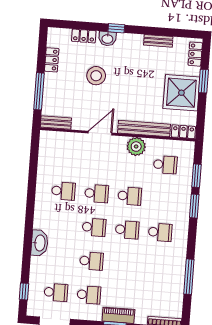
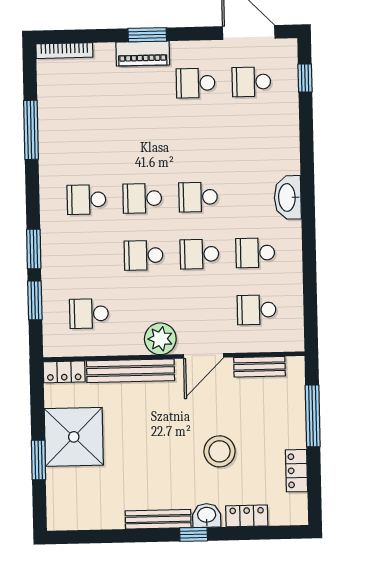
bench: (158, 41) -> (158, 519), moved, width x1.36
locker: (195, 54) -> (57, 504), removed
bench: (56, 123) -> (259, 367), moved
plant: (136, 147) -> (160, 339), moved
washbasin: (39, 243) -> (288, 197), moved
school desk: (91, 261) -> (257, 310), moved

